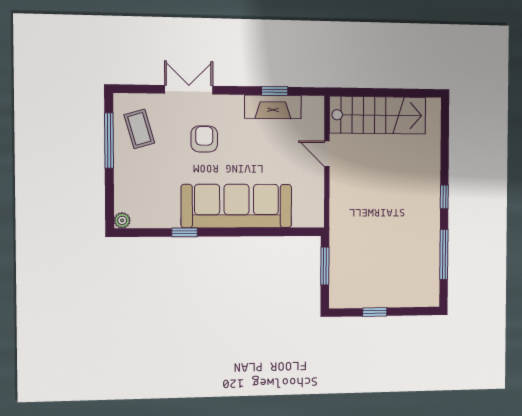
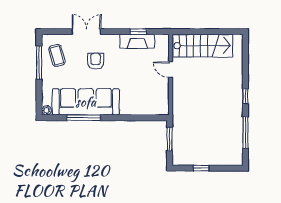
sofa: (237, 206) -> (86, 102), moved
window: (185, 232) -> (84, 118), width x2.17

